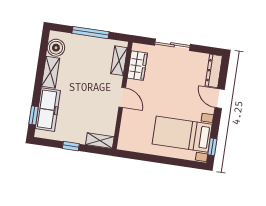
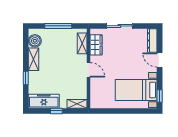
freezer: (48, 110) -> (44, 101), moved, turned -90
window: (34, 115) -> (26, 78), moved

